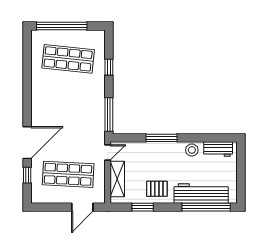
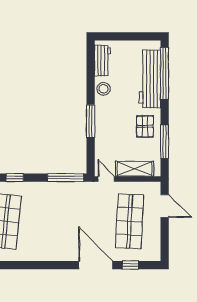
window: (143, 207) -> (165, 142), width x1.44

